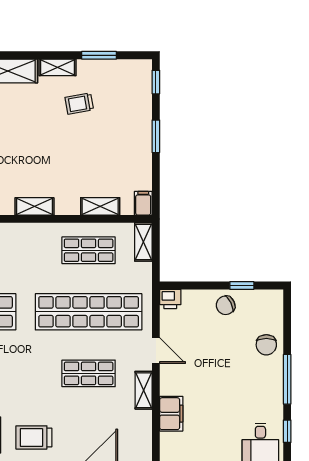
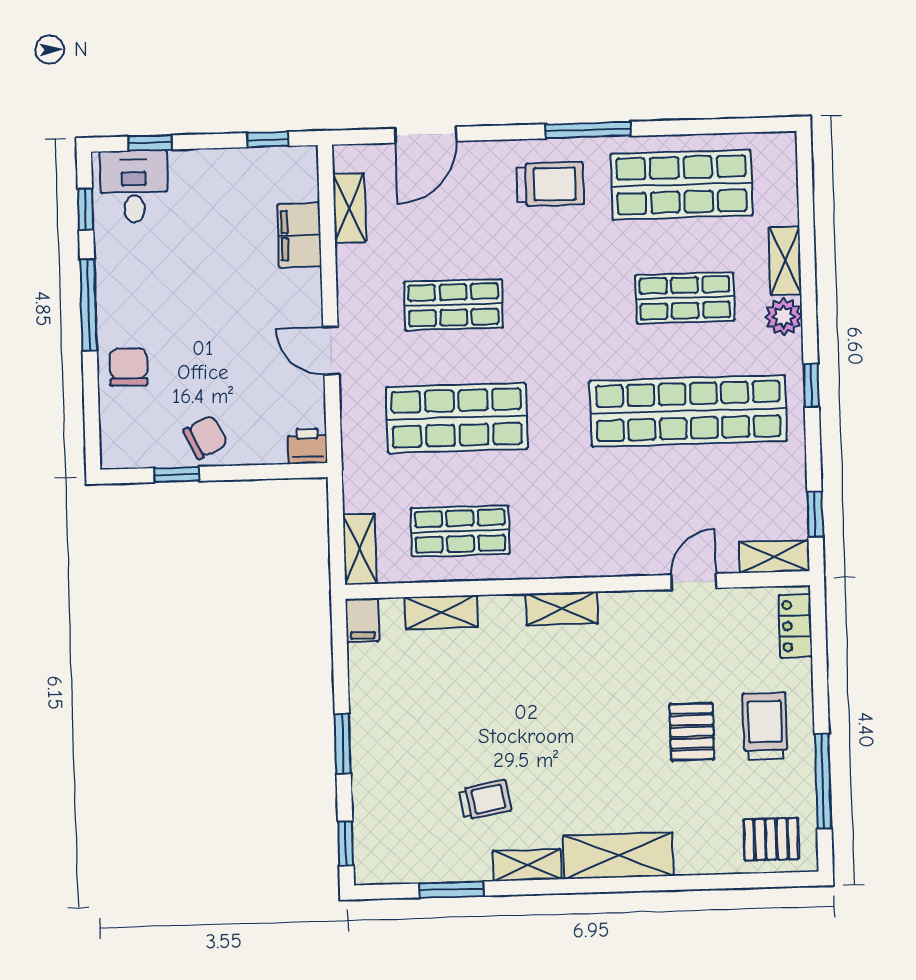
shop shelf: (89, 312) -> (457, 418), width x0.71
shelving: (144, 390) -> (349, 208), moved

